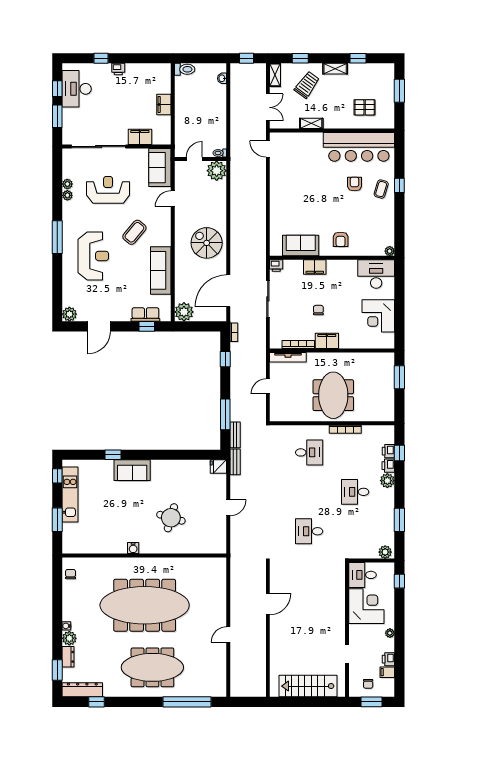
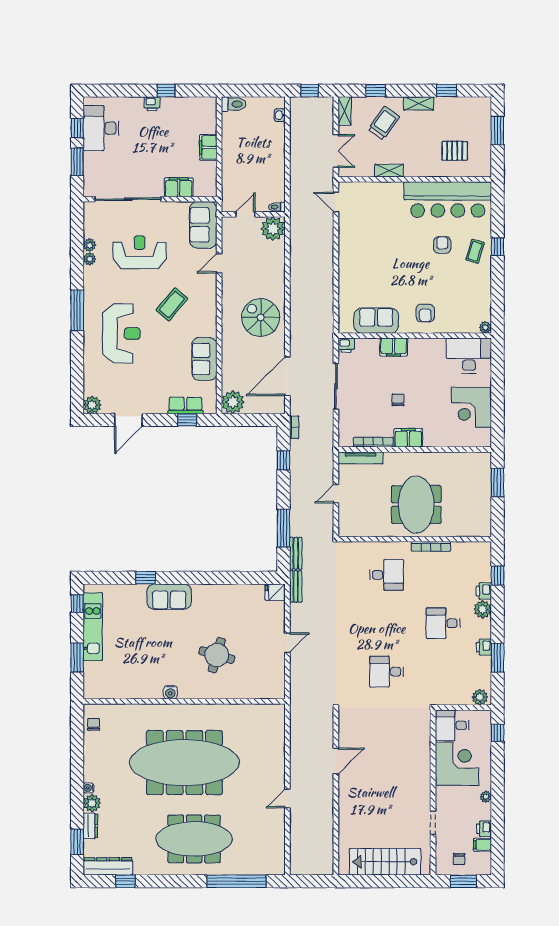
window: (101, 58) -> (166, 91), moved
sofa: (161, 270) -> (204, 359), width x0.73
printer: (388, 451) -> (484, 647), moved

